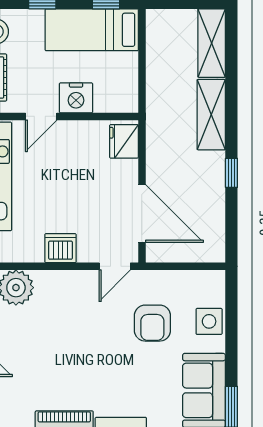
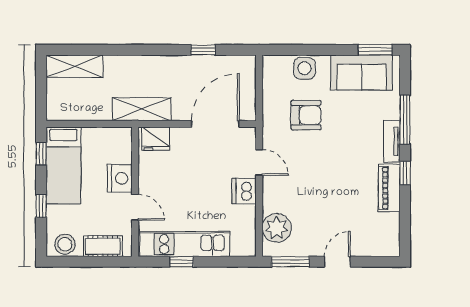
shelving: (211, 115) -> (142, 109), moved
window: (231, 173) -> (203, 50), moved
door: (115, 266) -> (259, 162), moved

